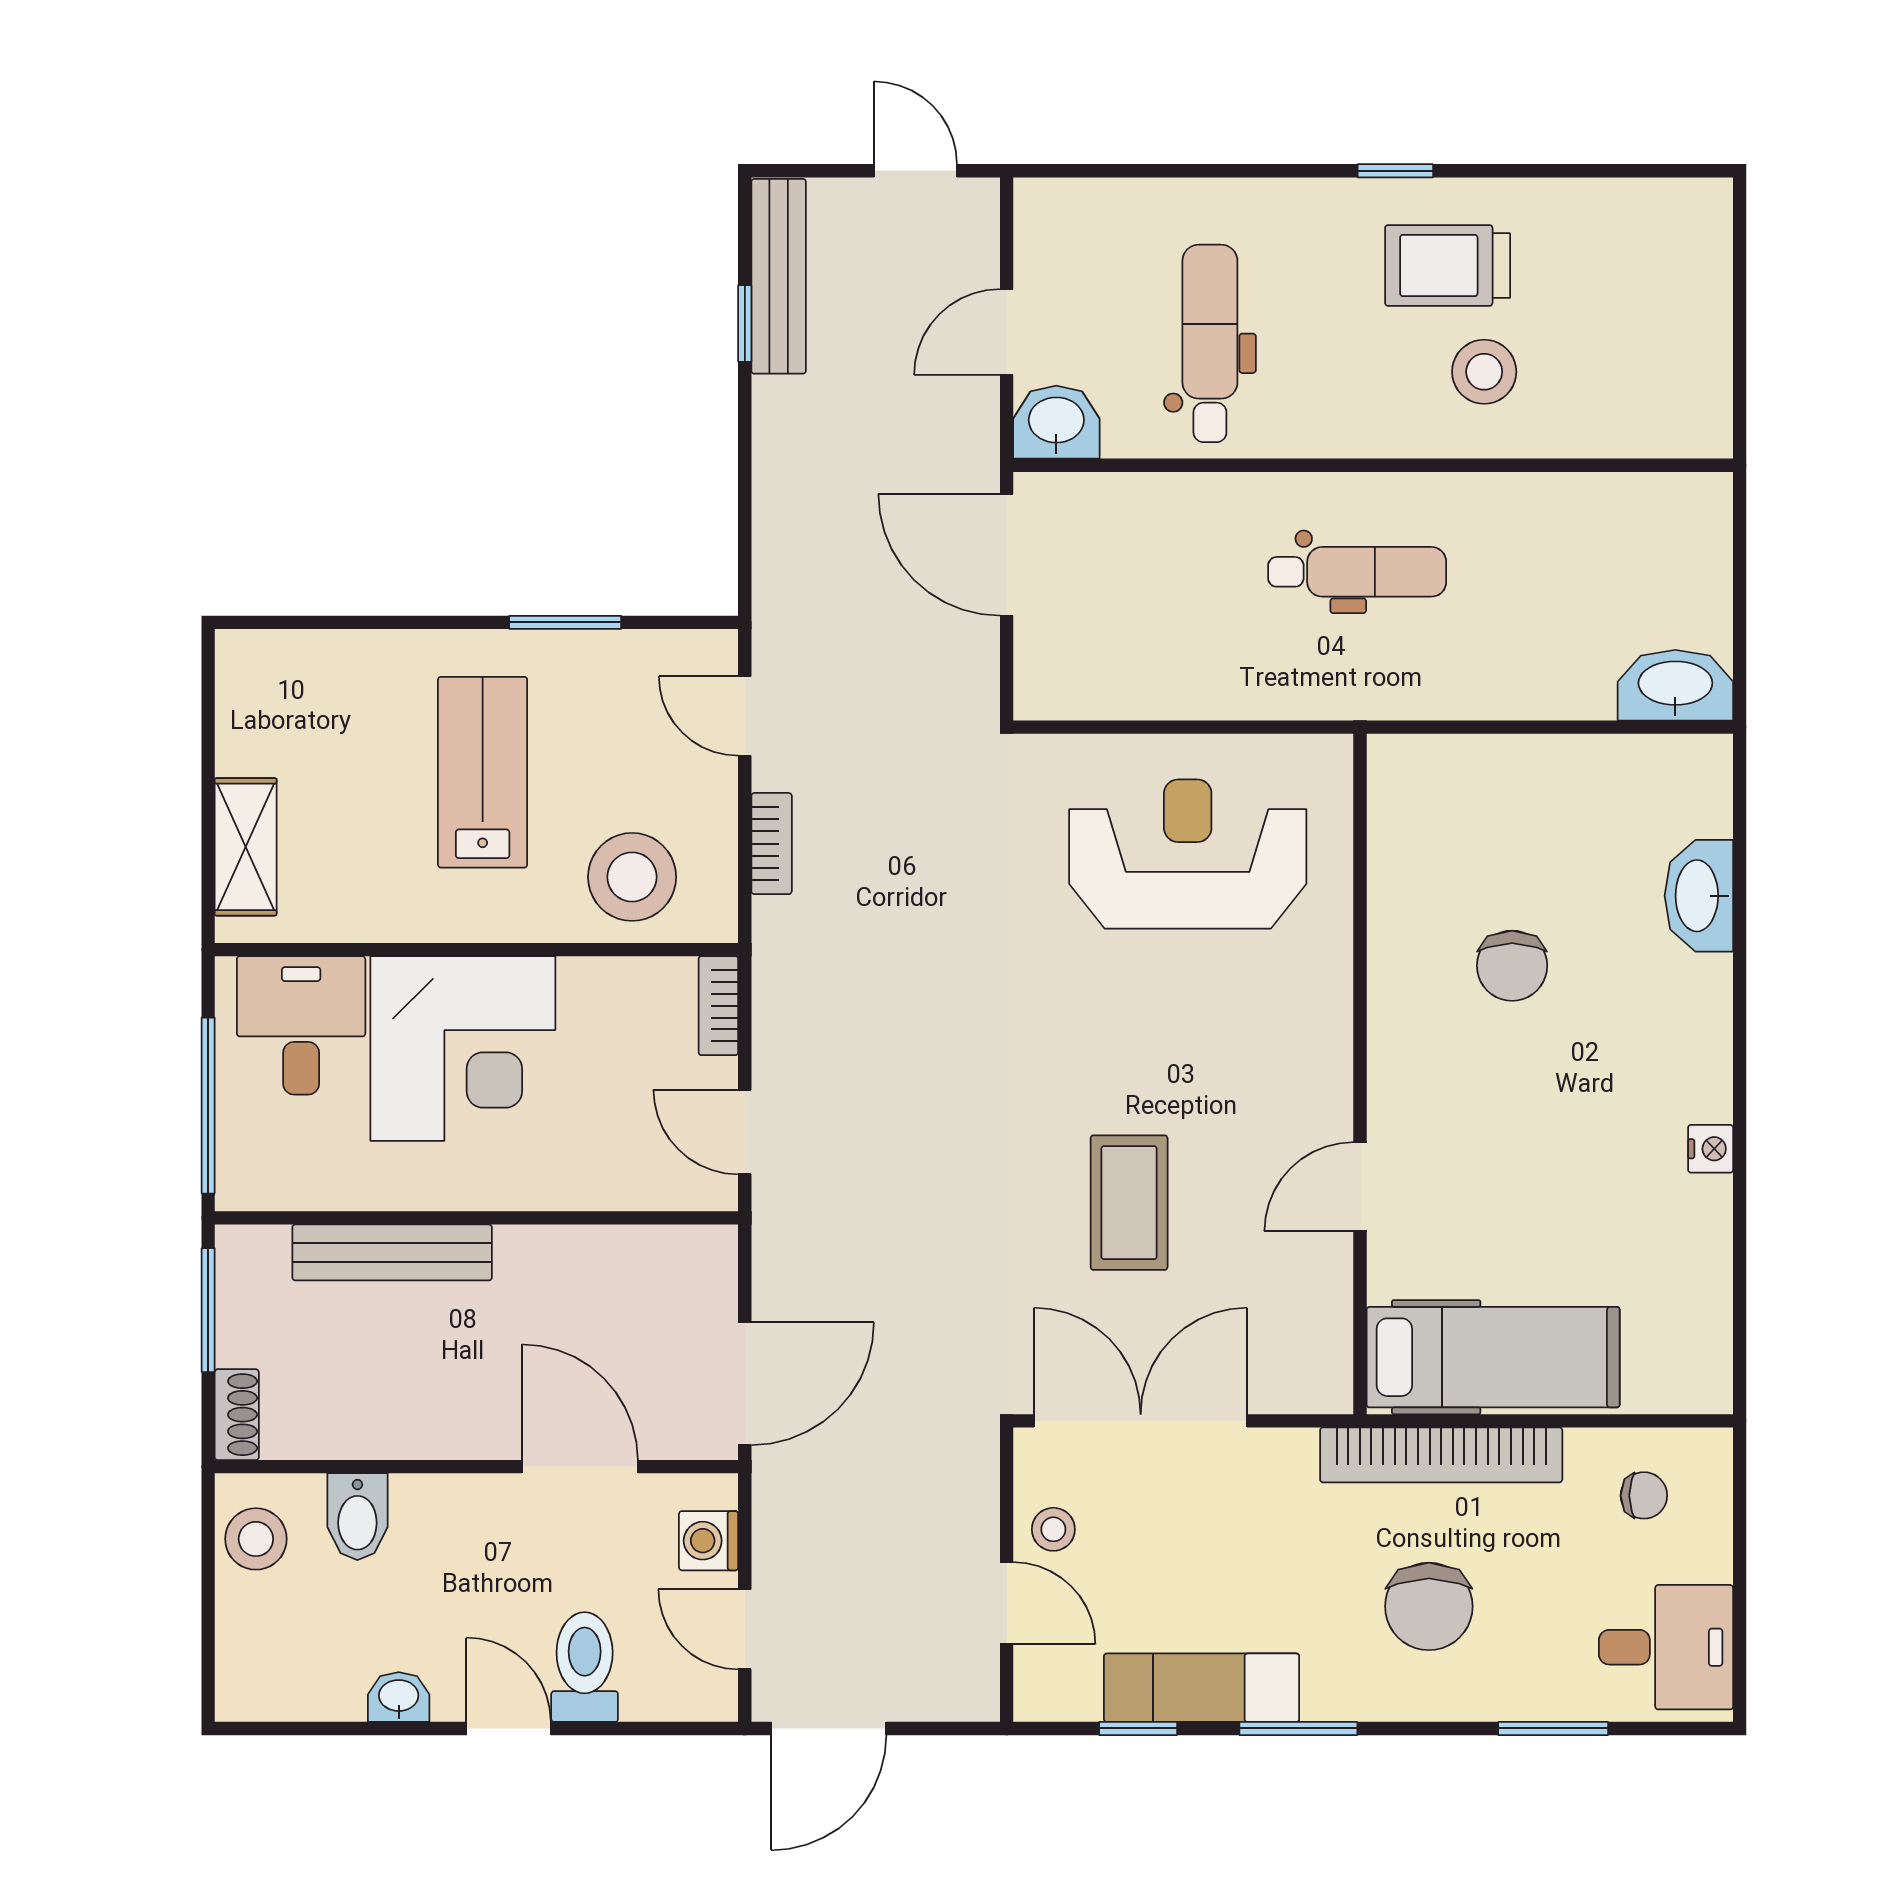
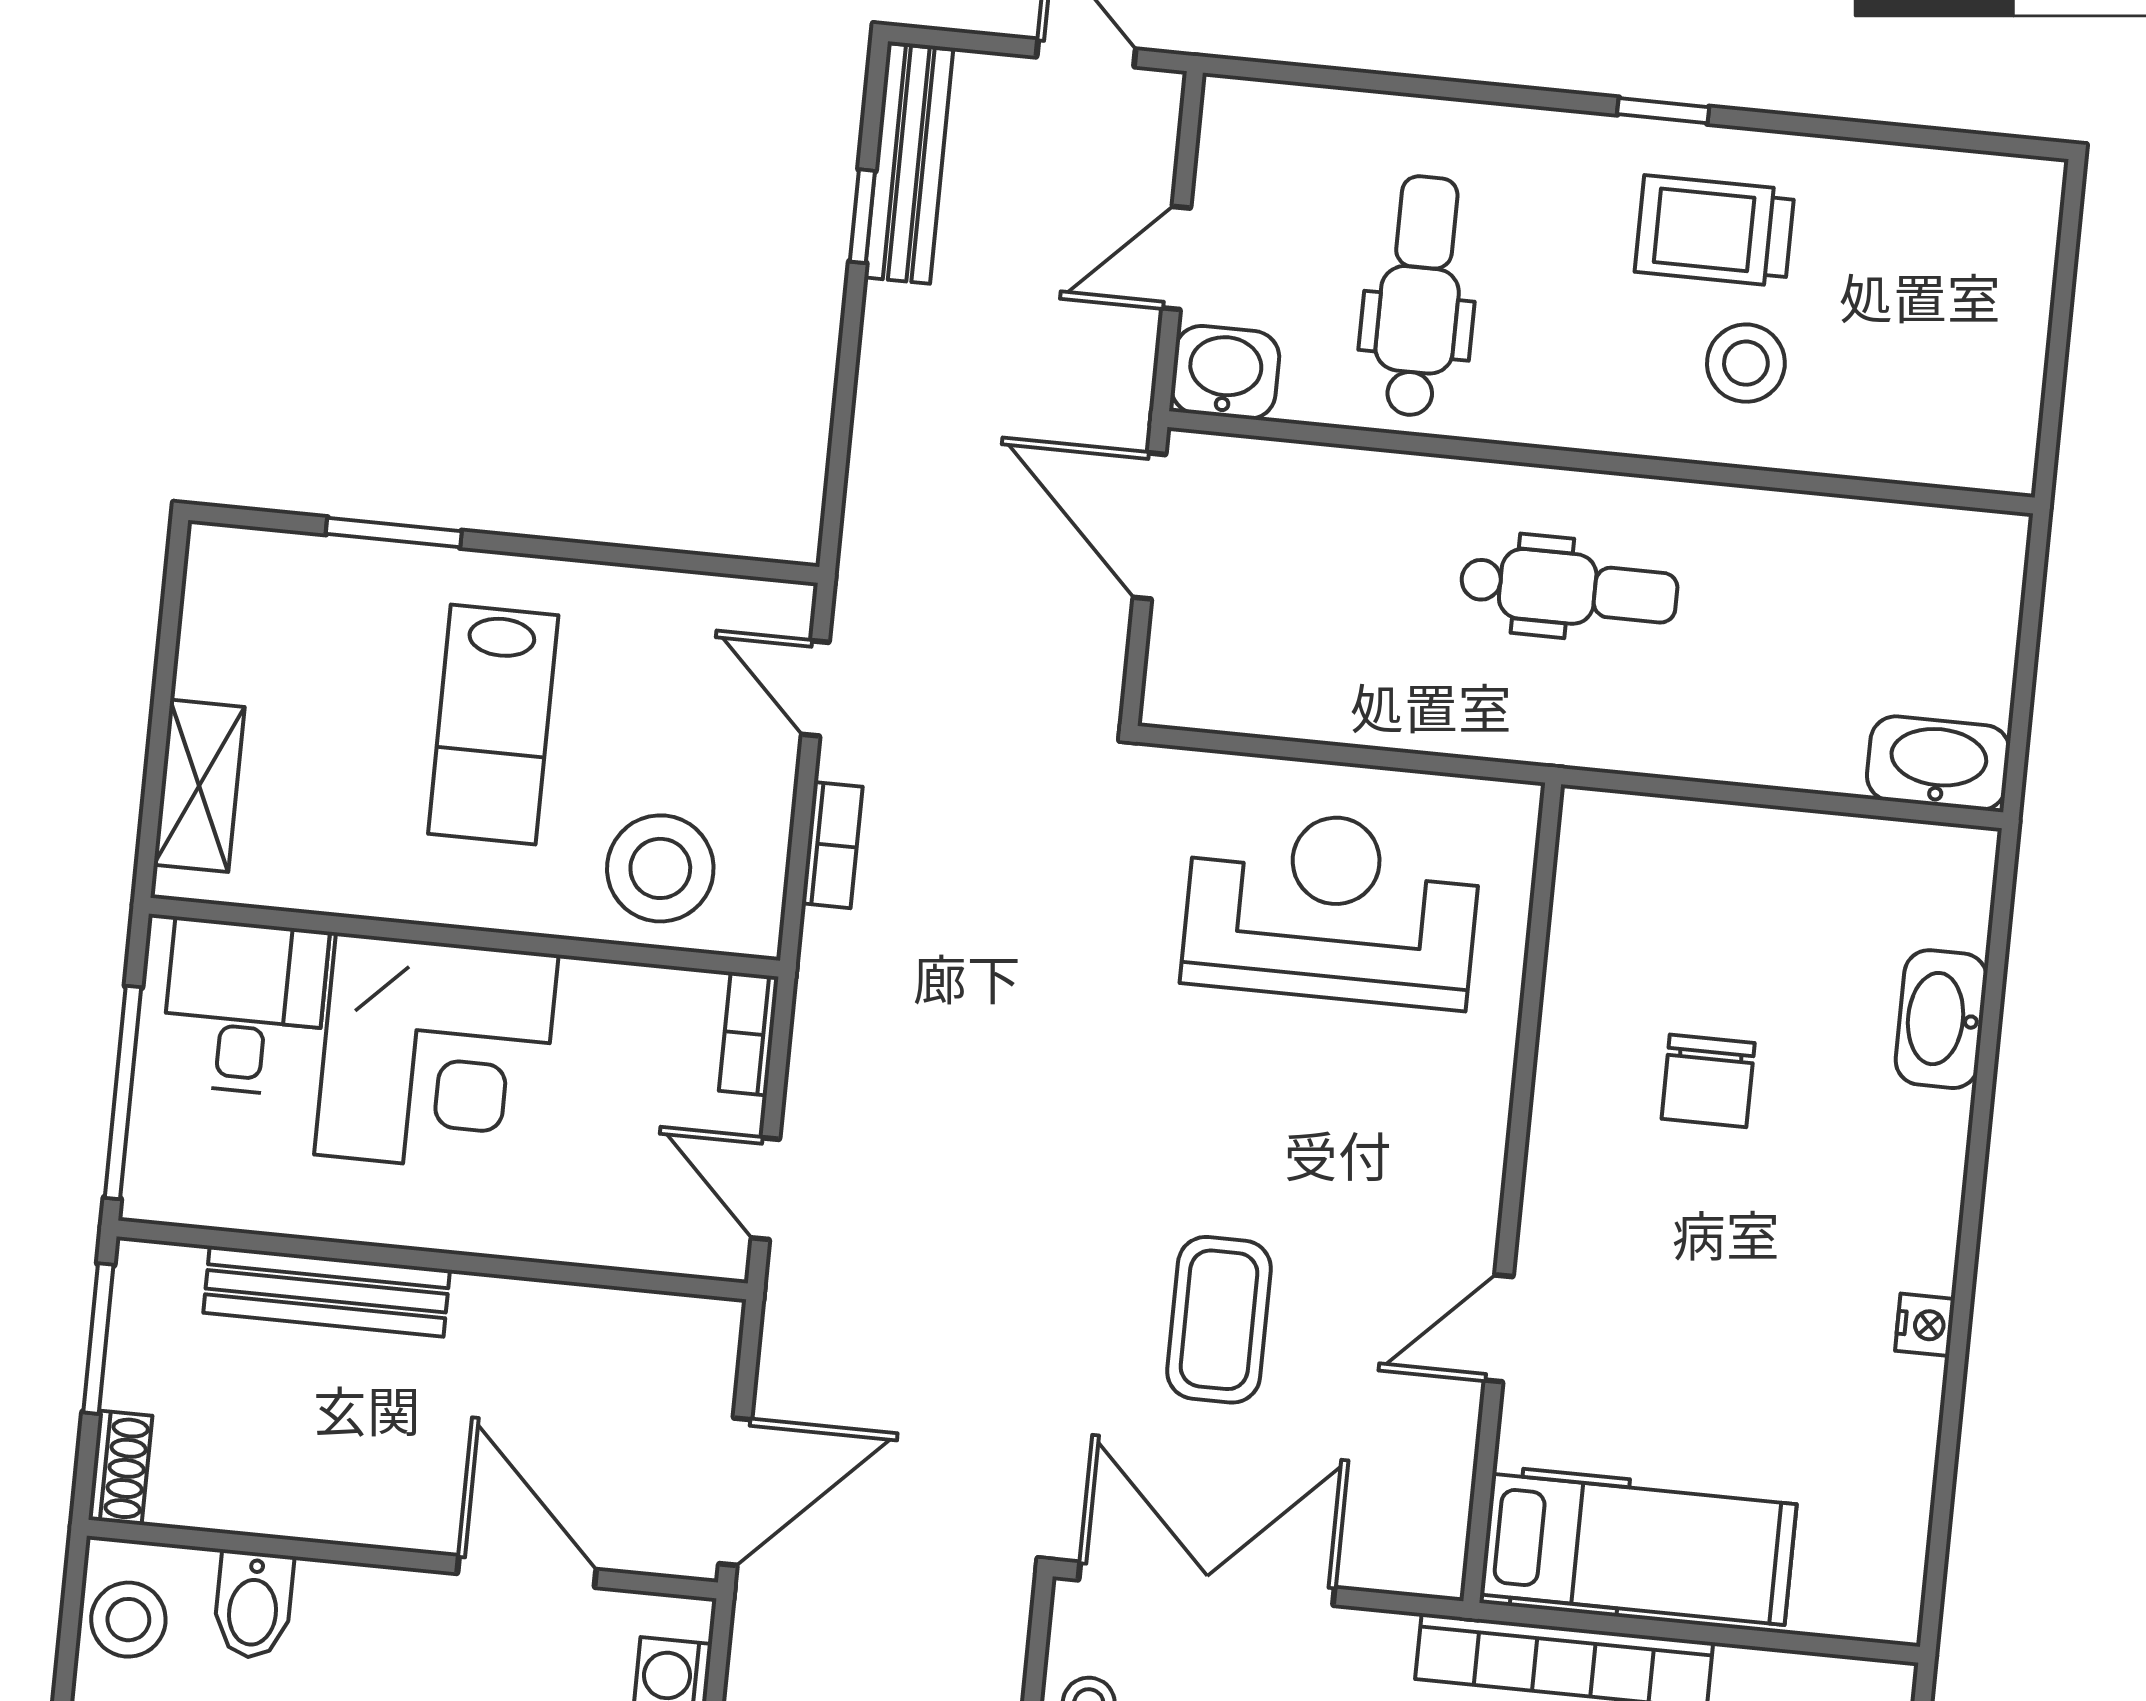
window: (565, 622) -> (394, 533), moved
lab bench: (483, 772) -> (493, 725), turned 180

